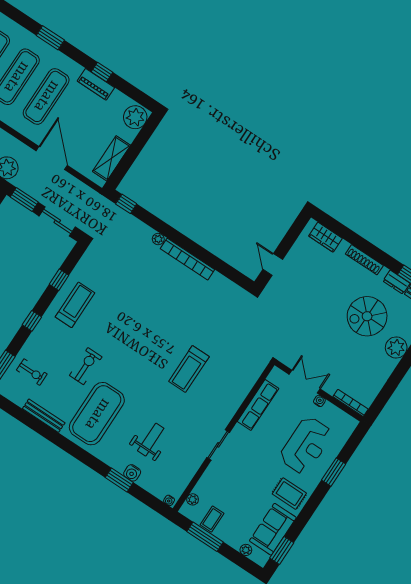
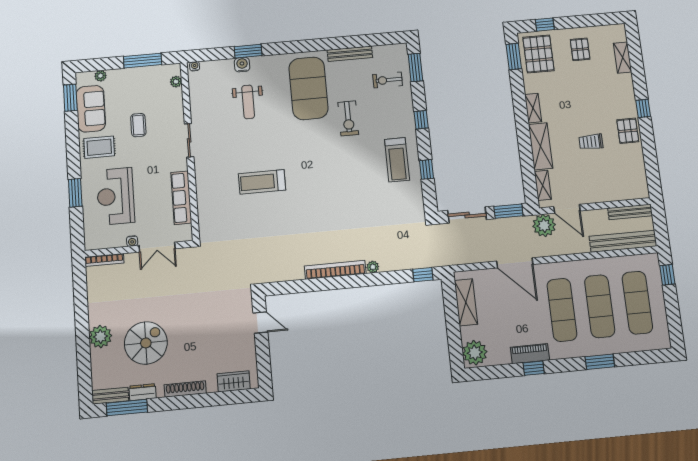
treadmill: (189, 369) -> (262, 182), turned -90
coffee table: (212, 519) -> (138, 125), moved

